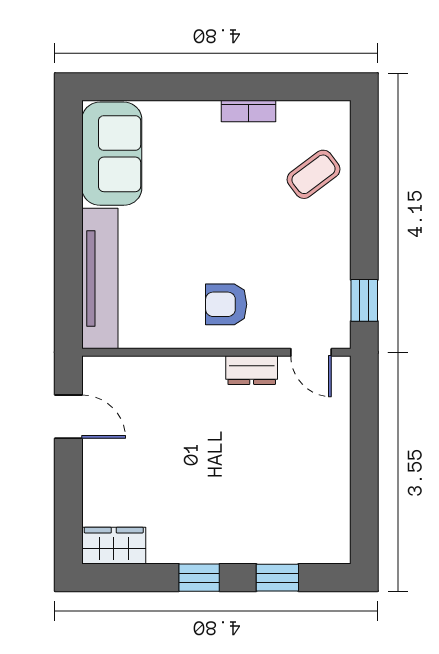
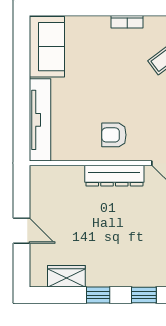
dresser: (252, 370) -> (114, 176), width x1.96, depth x1.24
door: (68, 417) -> (22, 231), moved
wardrobe: (114, 546) -> (66, 276), moved

